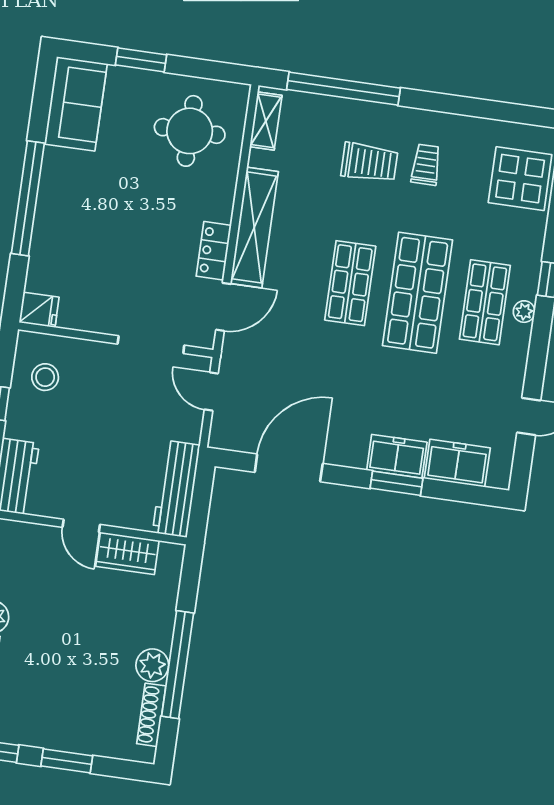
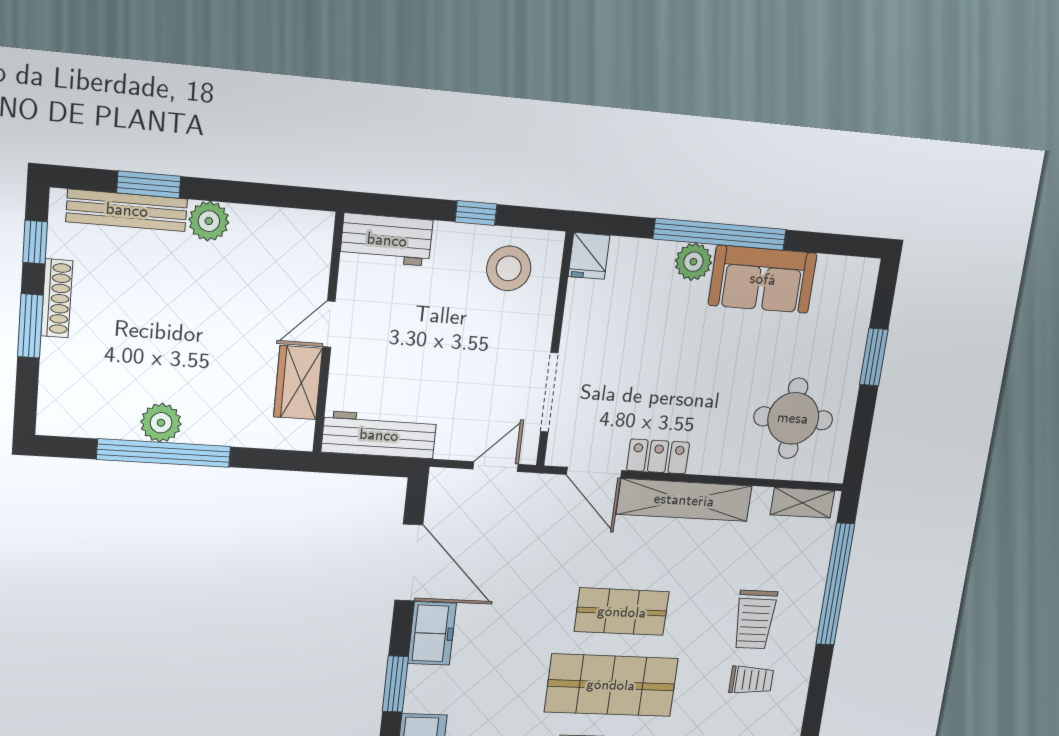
sofa: (76, 104) -> (763, 279), moved
plant: (49, 221) -> (693, 262), added
stool: (45, 377) -> (509, 268), width x1.38, depth x1.38
freezer: (397, 456) -> (432, 633), moved
shoe rack: (151, 715) -> (57, 298), moved, turned 90

